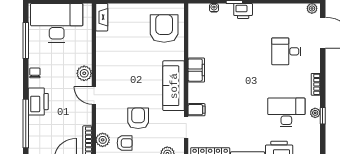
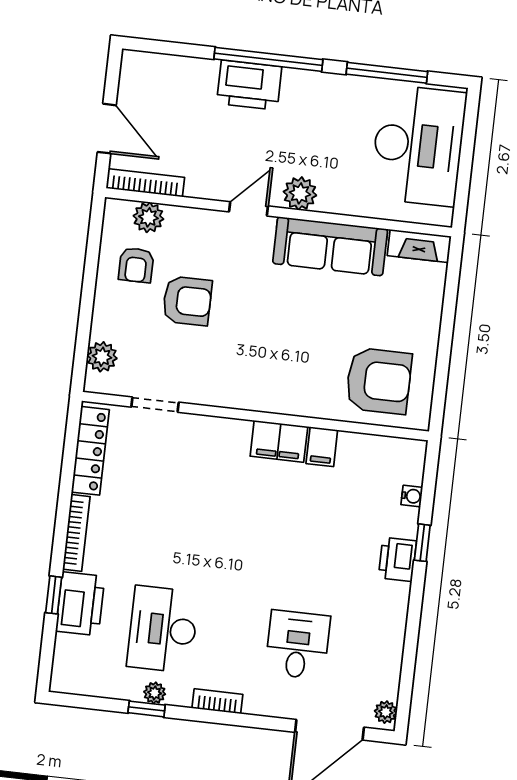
chair: (35, 73) -> (313, 85), removed
sofa: (174, 86) -> (330, 246), moved, turned 180
filing cabinet: (196, 110) -> (322, 447), moved
desk: (286, 112) -> (163, 629), turned 180
window: (26, 124) -> (268, 59), moved

